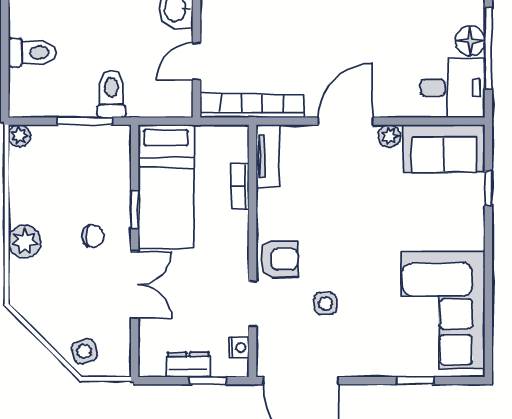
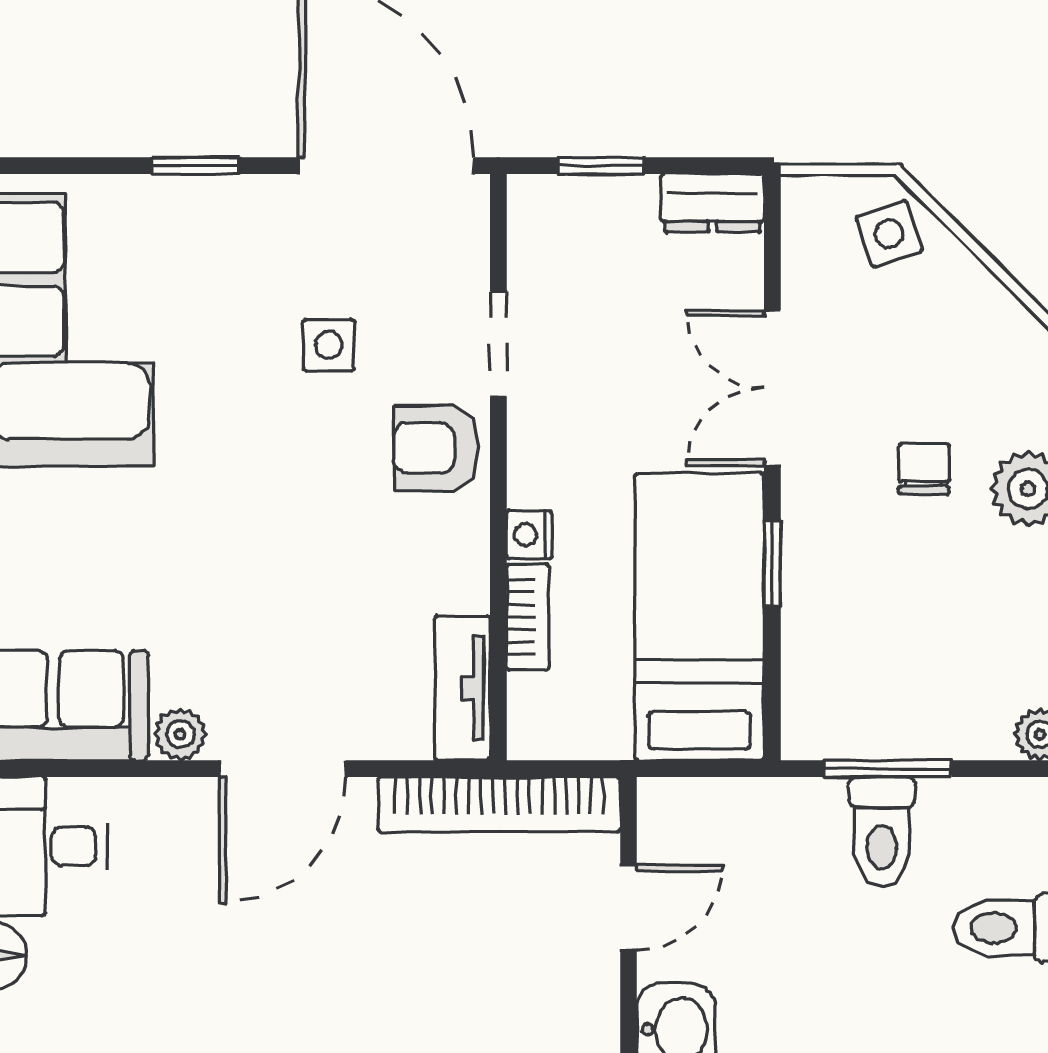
toilet: (111, 94) -> (882, 832), moved
chair: (93, 236) -> (924, 469), moved, turned 90
nightstand: (239, 348) -> (529, 535), moved
dresser: (188, 365) -> (713, 203), moved
window: (415, 381) -> (196, 166), moved

